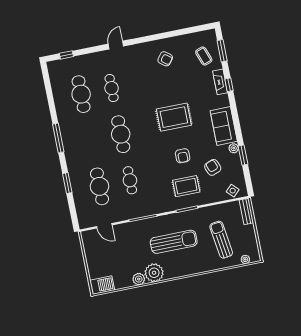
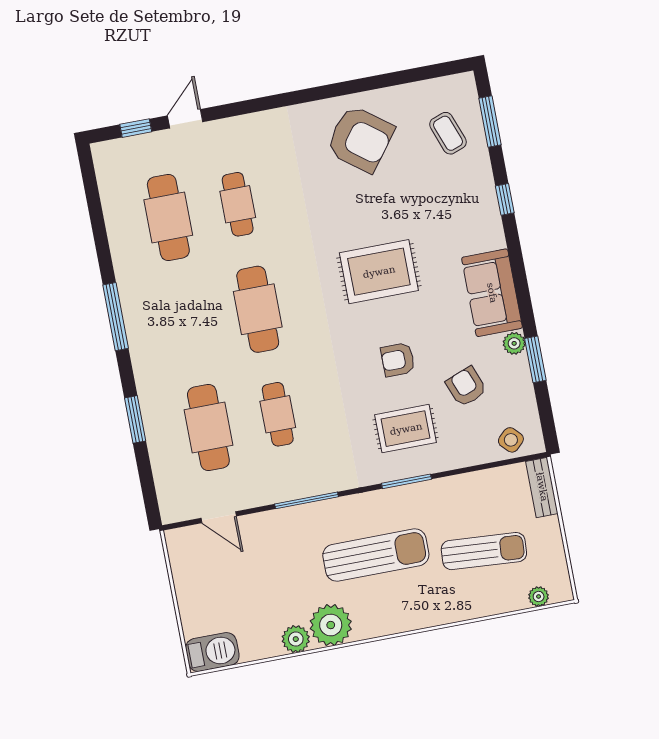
door: (116, 45) -> (185, 119), moved
armchair: (165, 59) -> (360, 139), width x1.88, depth x1.88
fireplace: (220, 82) -> (485, 193), removed
armchair: (183, 156) -> (398, 360), turned 90
sun lounger: (221, 240) -> (484, 551), turned 102

